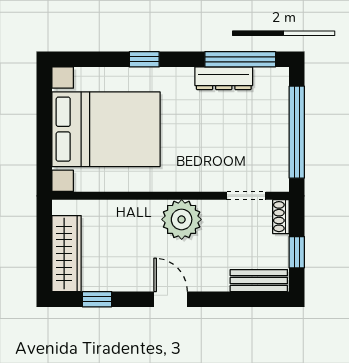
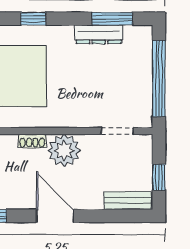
window: (240, 59) -> (112, 19), width x0.69
shoe rack: (281, 217) -> (32, 141), moved, turned -90
door: (171, 299) -> (55, 216), width x1.38

